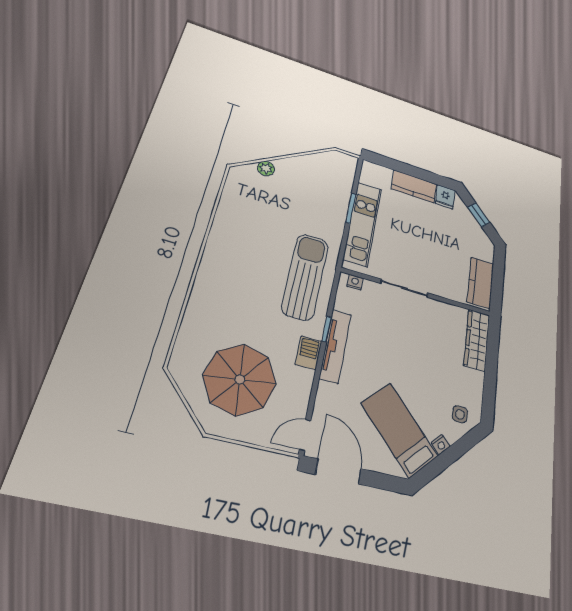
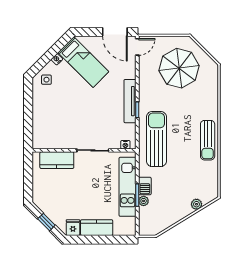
plant: (343, 198) -> (144, 201), added
sun lounger: (223, 251) -> (208, 140), added
sun lounger: (305, 276) -> (156, 139), turned 180
kitchen counter: (481, 283) -> (57, 160), moved, turned 90
wardrobe: (477, 340) -> (40, 130), removed
barbecue: (308, 353) -> (145, 186), moved

